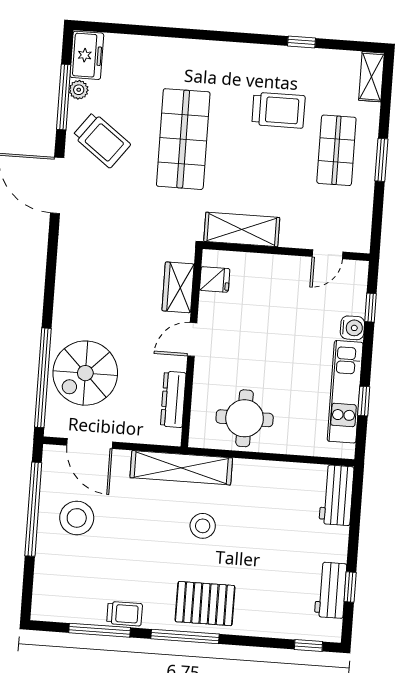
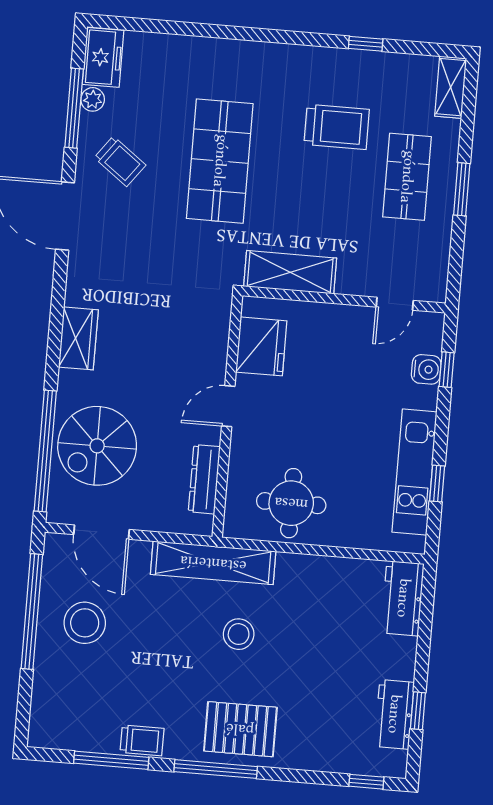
trolley: (102, 140) -> (120, 161), width x0.73, depth x0.72
fridge: (215, 279) -> (261, 346), width x1.88, depth x1.34
wardrobe: (178, 287) -> (78, 338), moved, turned 180
water cooler: (352, 328) -> (426, 369), moved

